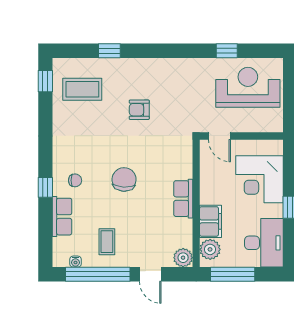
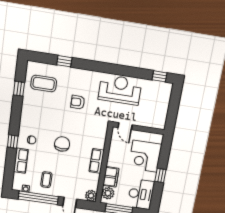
window: (227, 51) -> (159, 76), moved
window: (45, 81) -> (19, 89), moved
reception desk: (248, 87) -> (120, 90), moved

